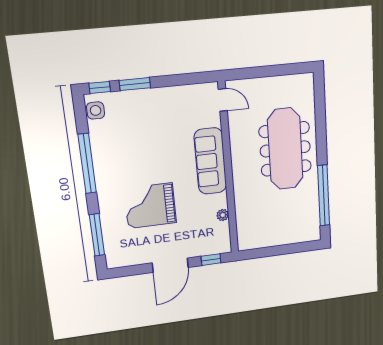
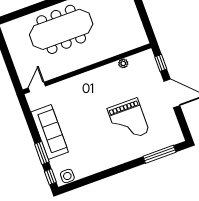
sofa: (210, 161) -> (50, 132), moved, turned -90
window: (87, 164) -> (107, 173), removed

